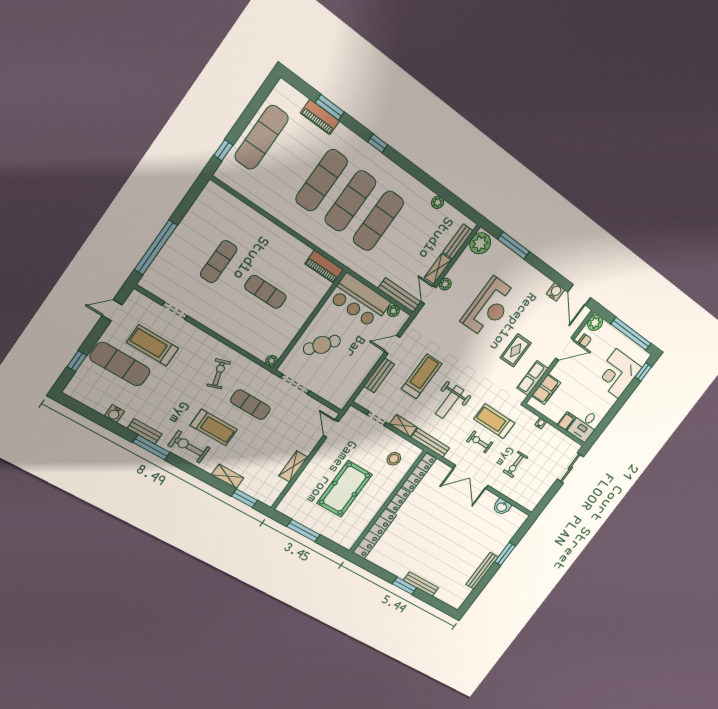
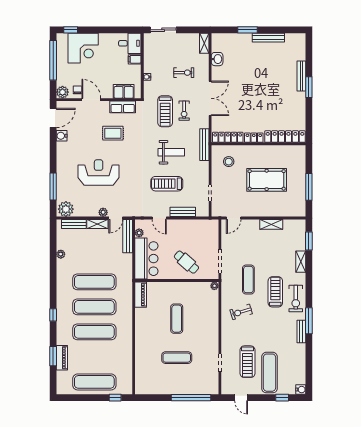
water cooler: (114, 414) -> (301, 390), moved
shelving: (403, 426) -> (204, 43), moved

